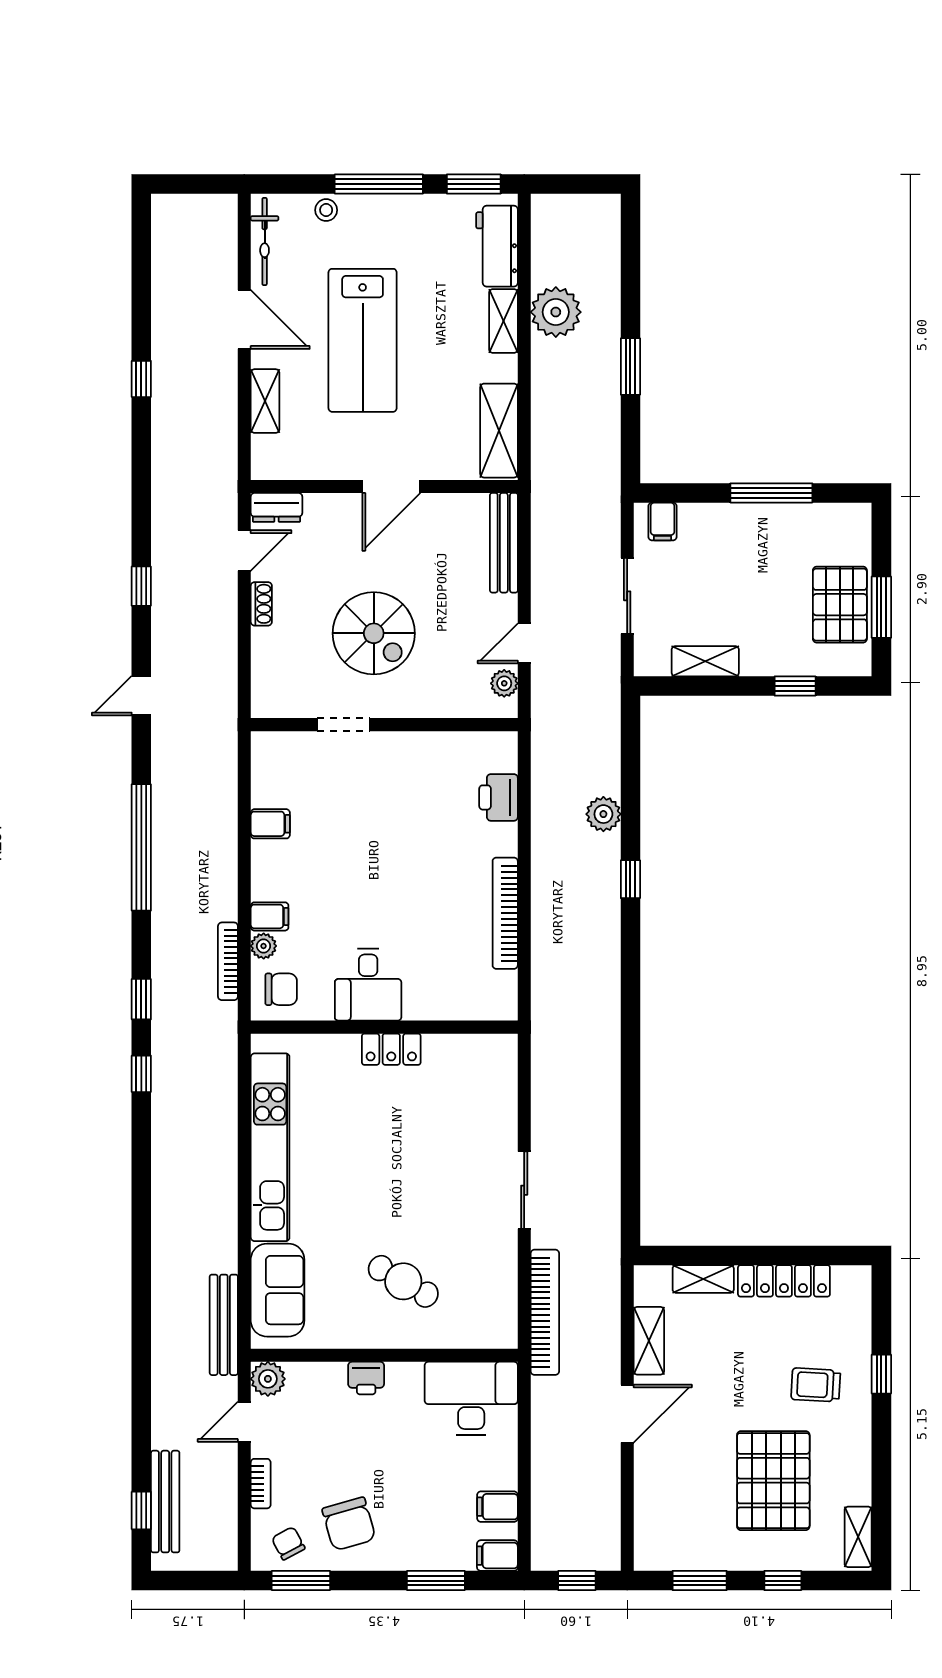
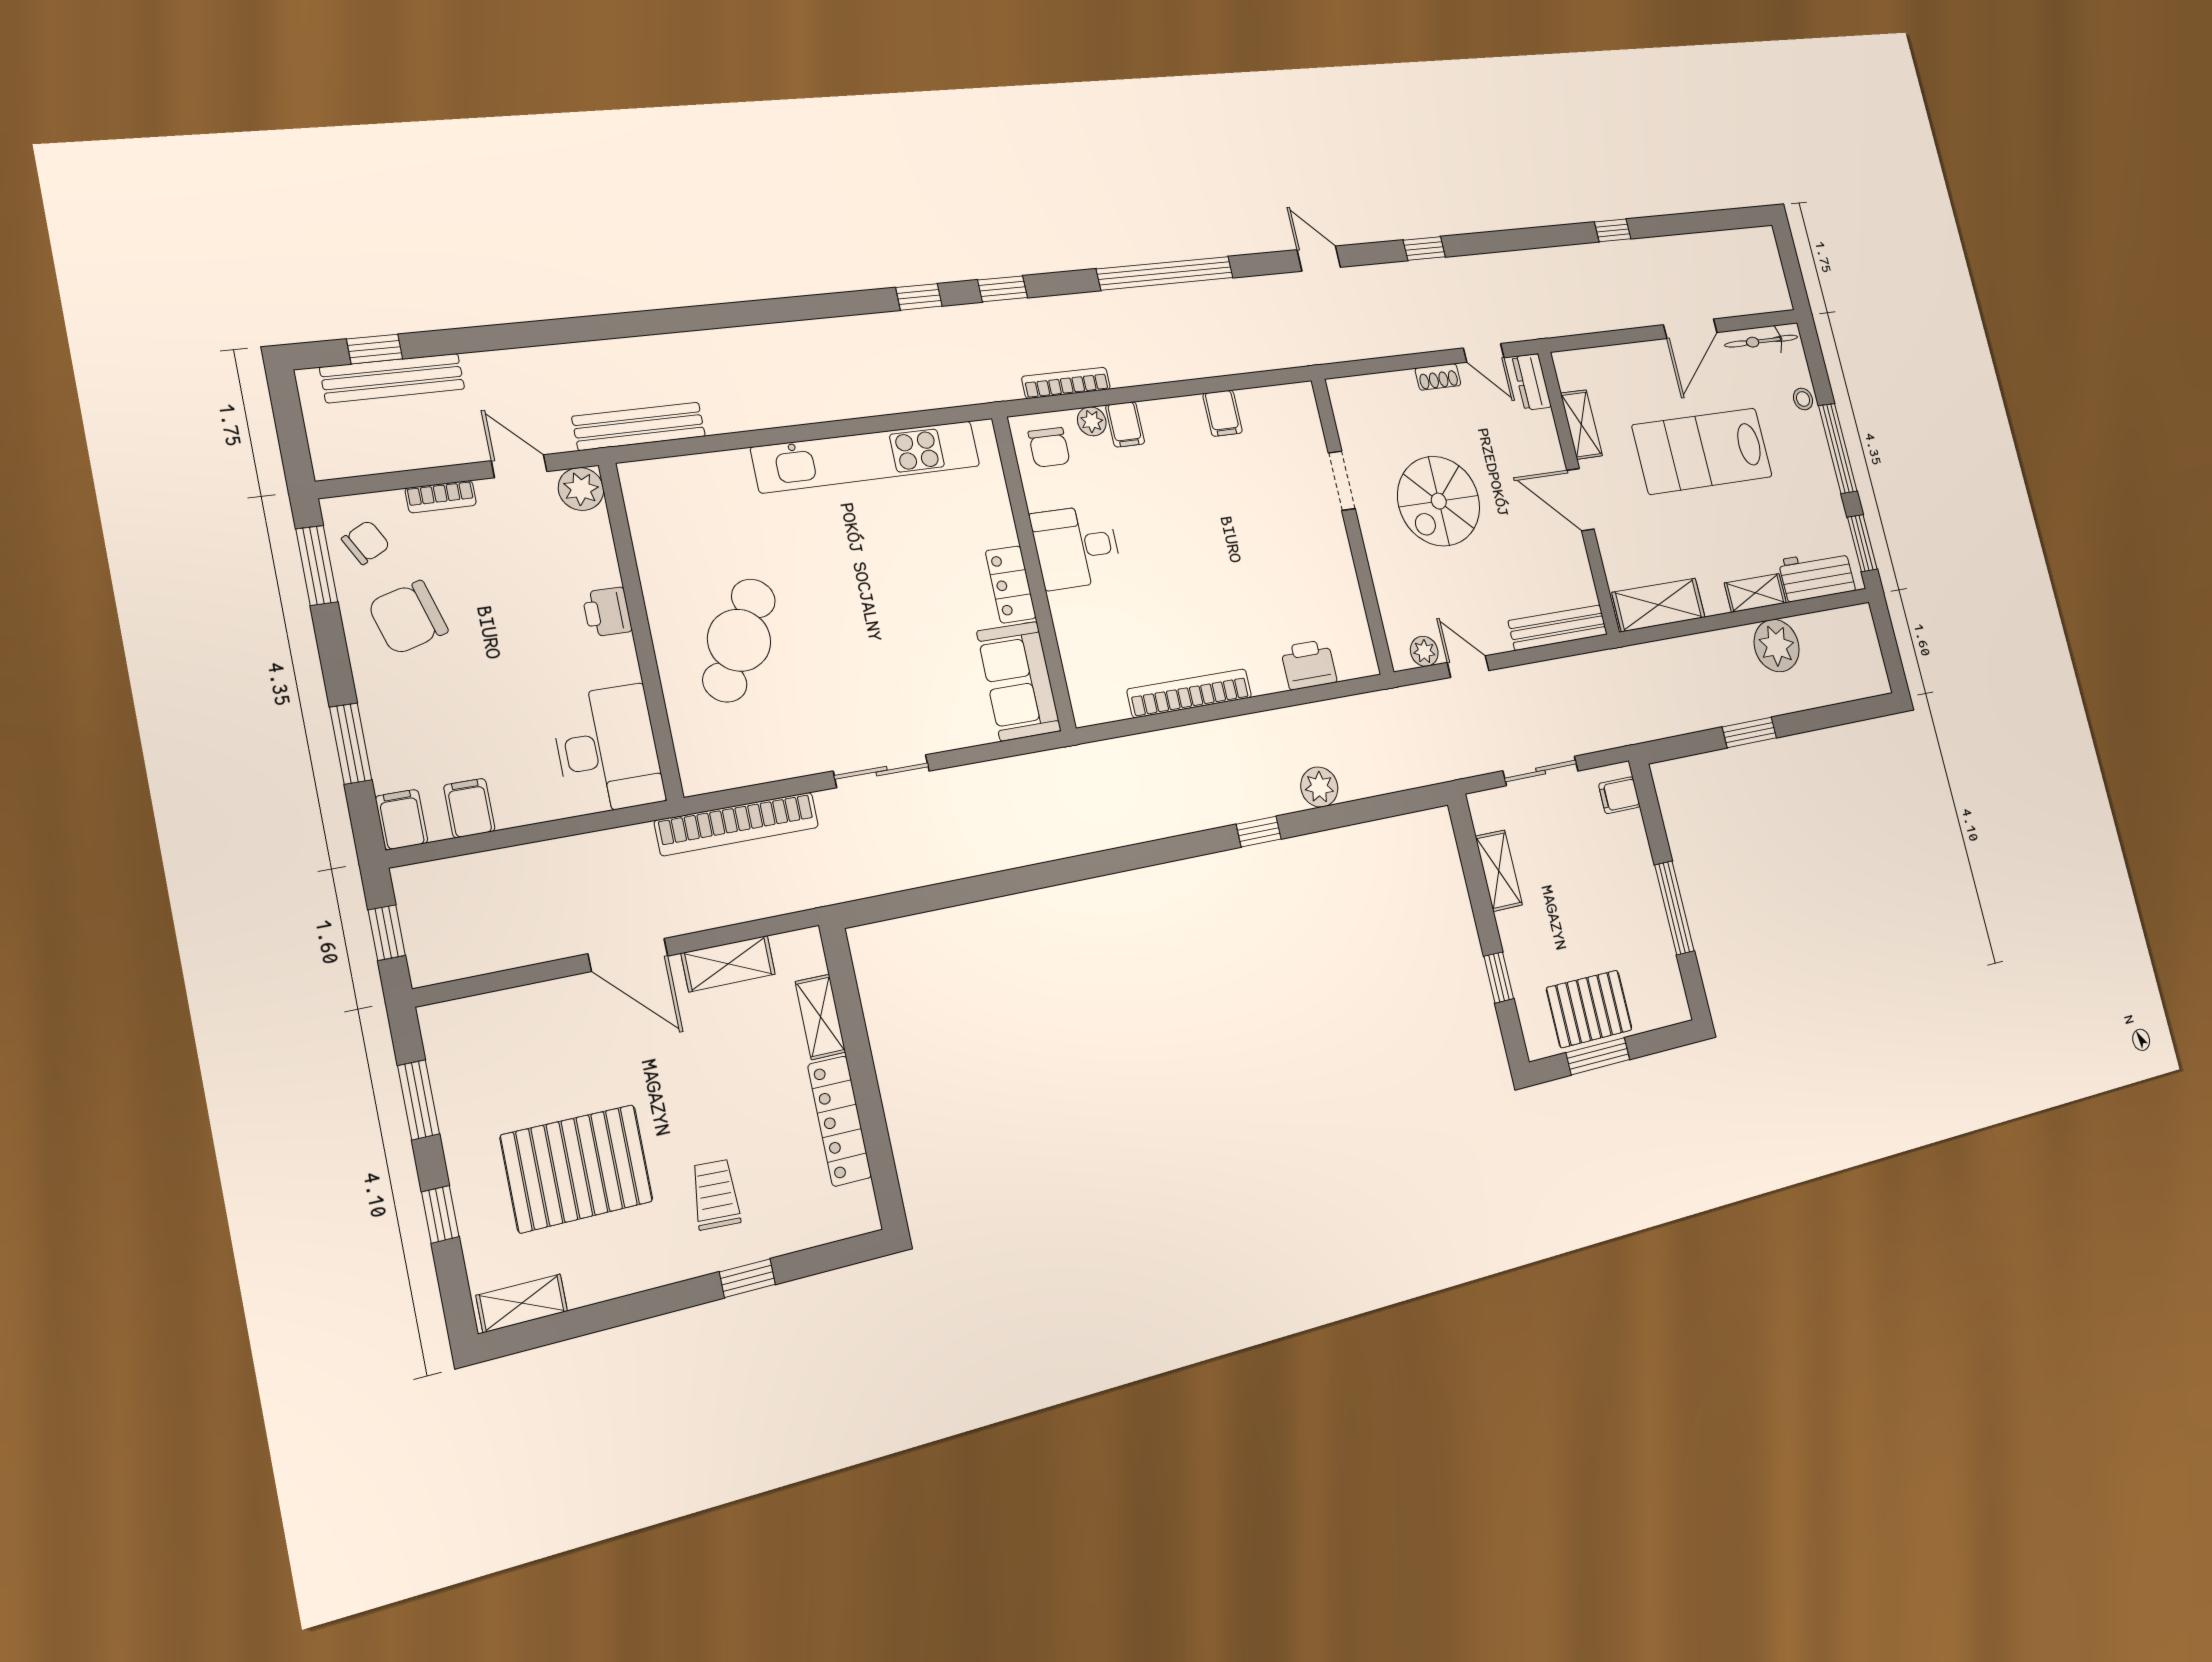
shelving: (265, 401) -> (1581, 425), moved, turned 90
cafe table: (403, 1281) -> (739, 640), width x1.37, depth x1.35
sofa: (278, 1290) -> (1019, 681), moved, turned 90

